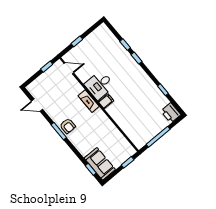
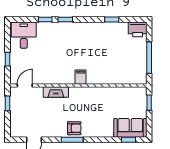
desk: (100, 85) -> (24, 35), moved, turned 180
fireplace: (89, 101) -> (56, 92), moved

